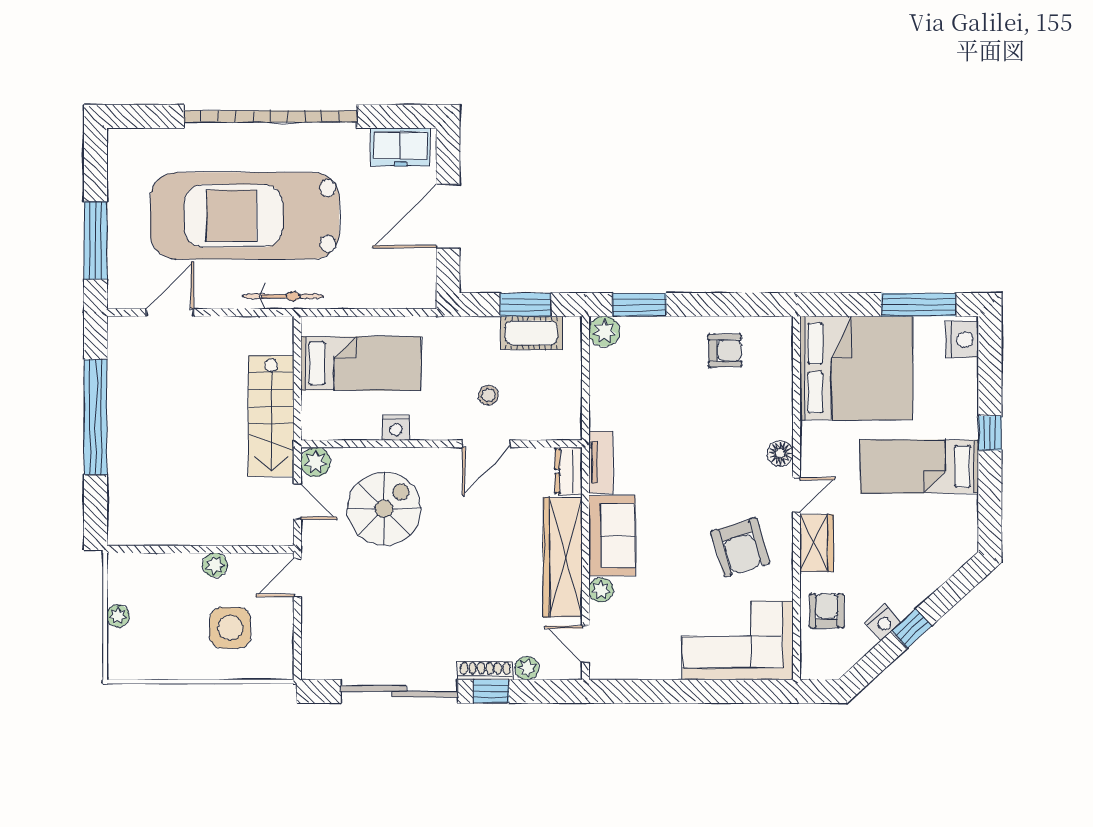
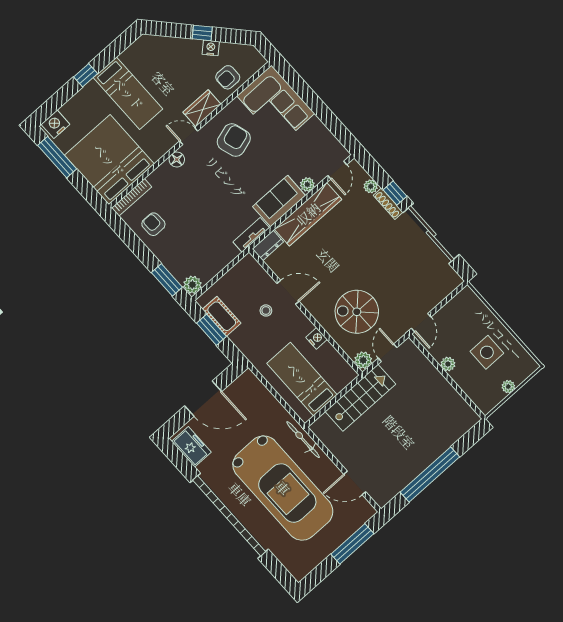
bookcase: (784, 353) -> (132, 197), added
door: (297, 578) -> (421, 323), hinge flipped
side table: (230, 628) -> (487, 352), moved

